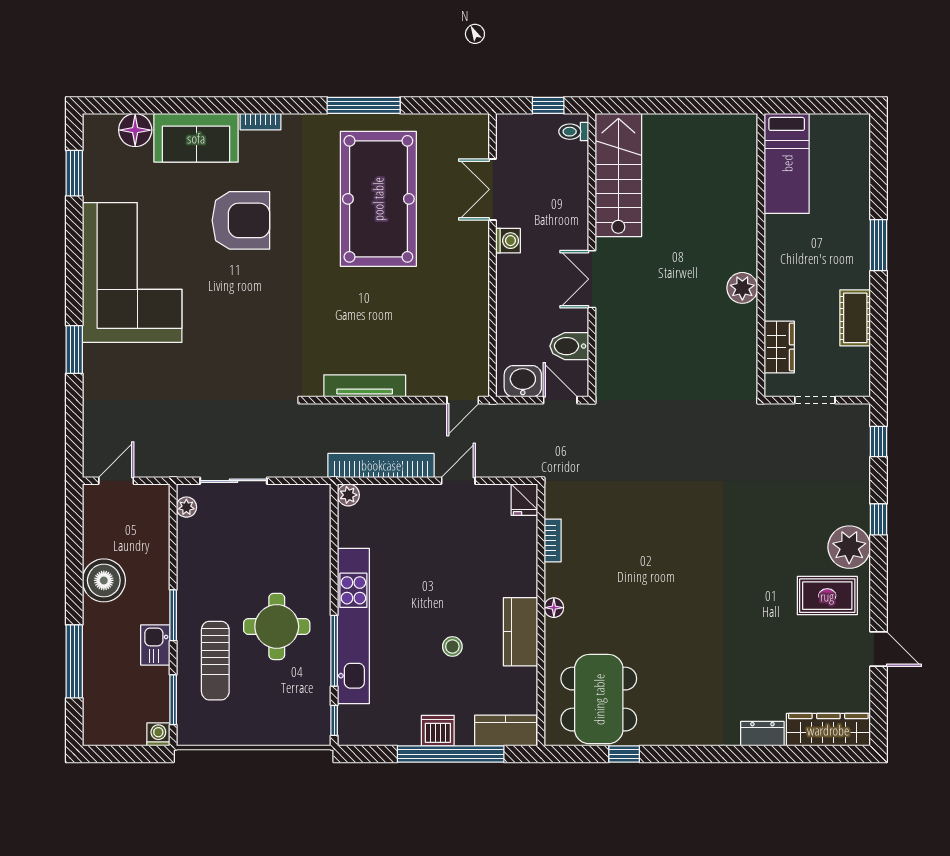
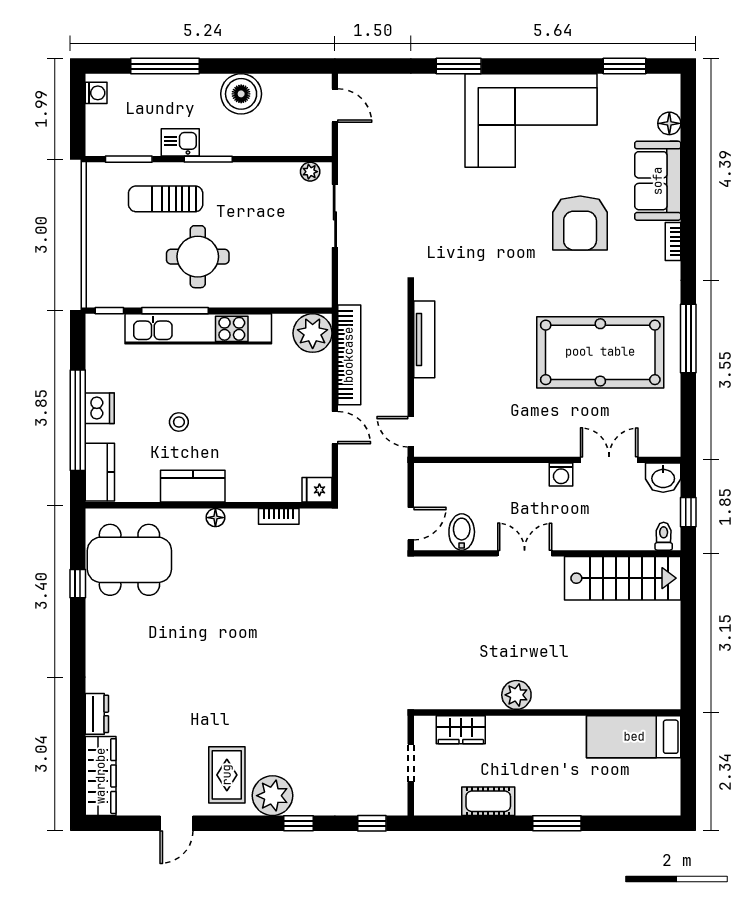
floor lamp: (135, 130) -> (669, 123), width x0.73, depth x0.73
washbasin: (523, 381) -> (663, 478), moved, turned 90
plant: (348, 495) -> (313, 333), width x1.87, depth x1.87
washing machine: (158, 734) -> (96, 93), moved

